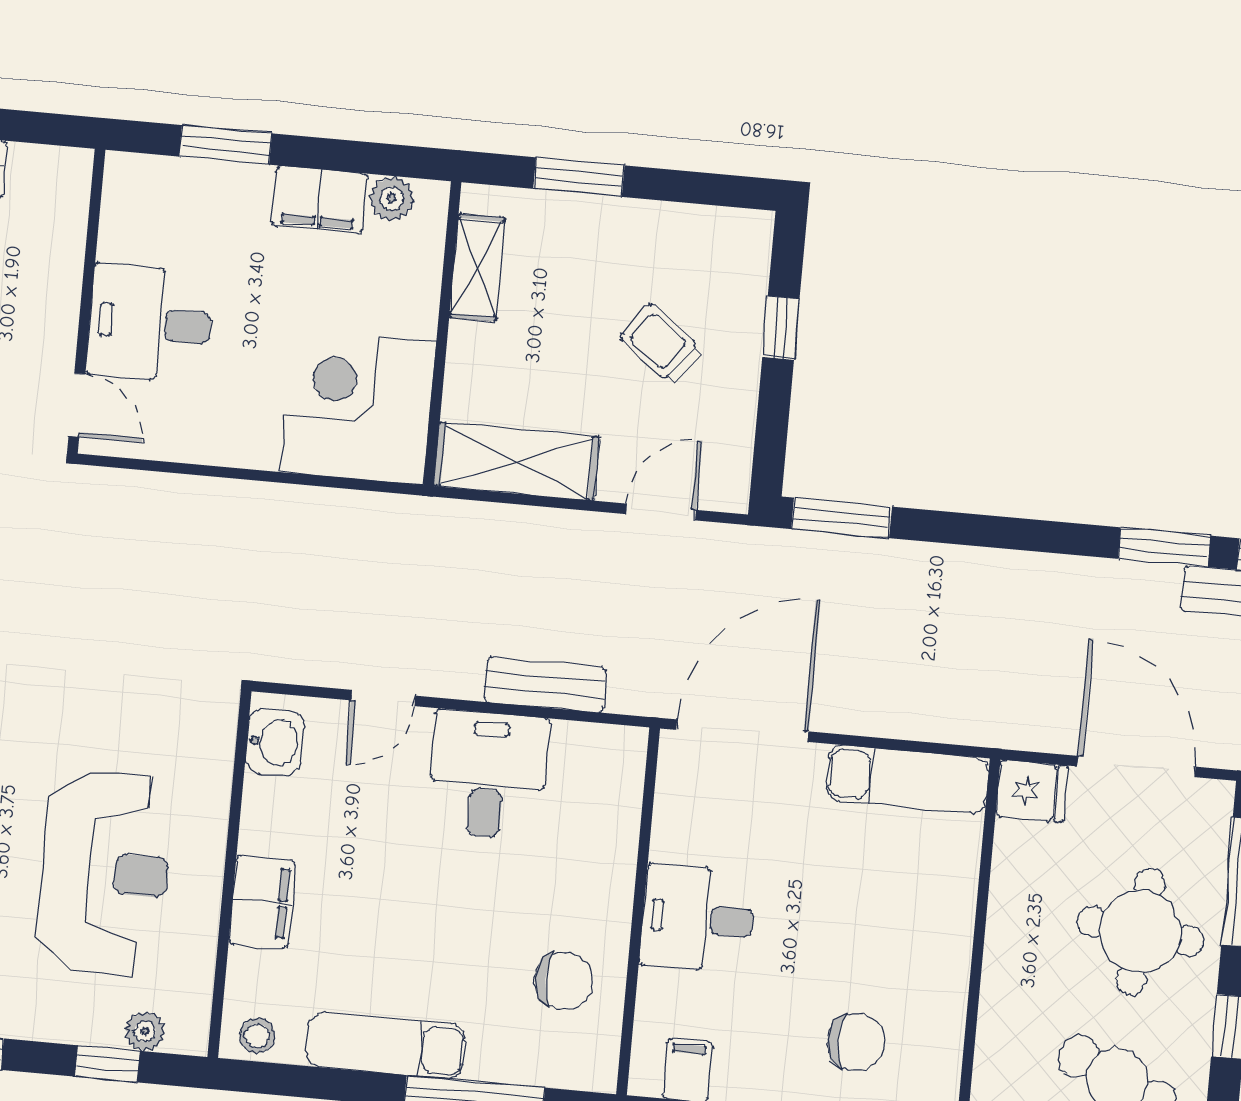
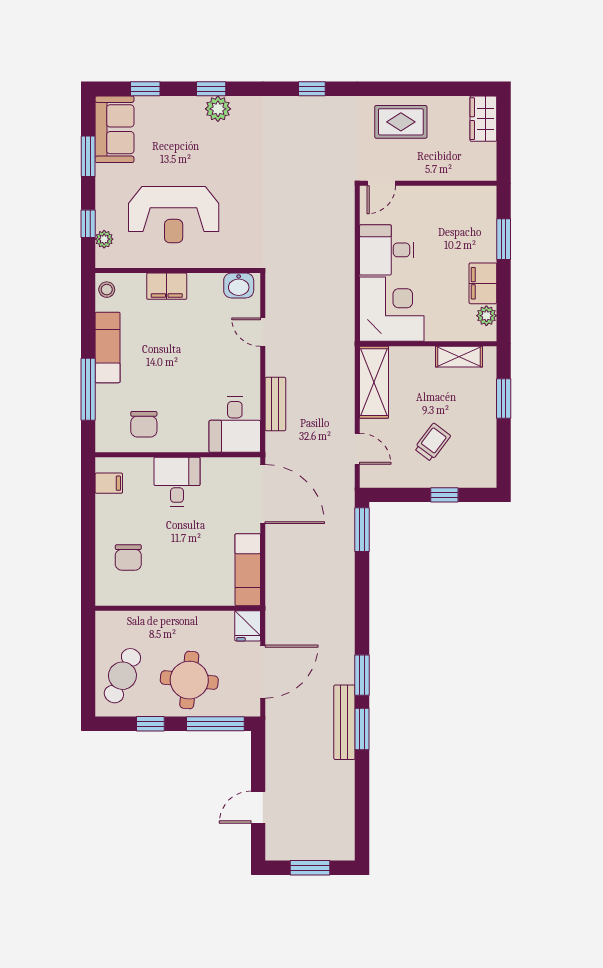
desk: (150, 323) -> (387, 250), moved, turned -90
desk: (488, 775) -> (235, 425), moved, turned 90

